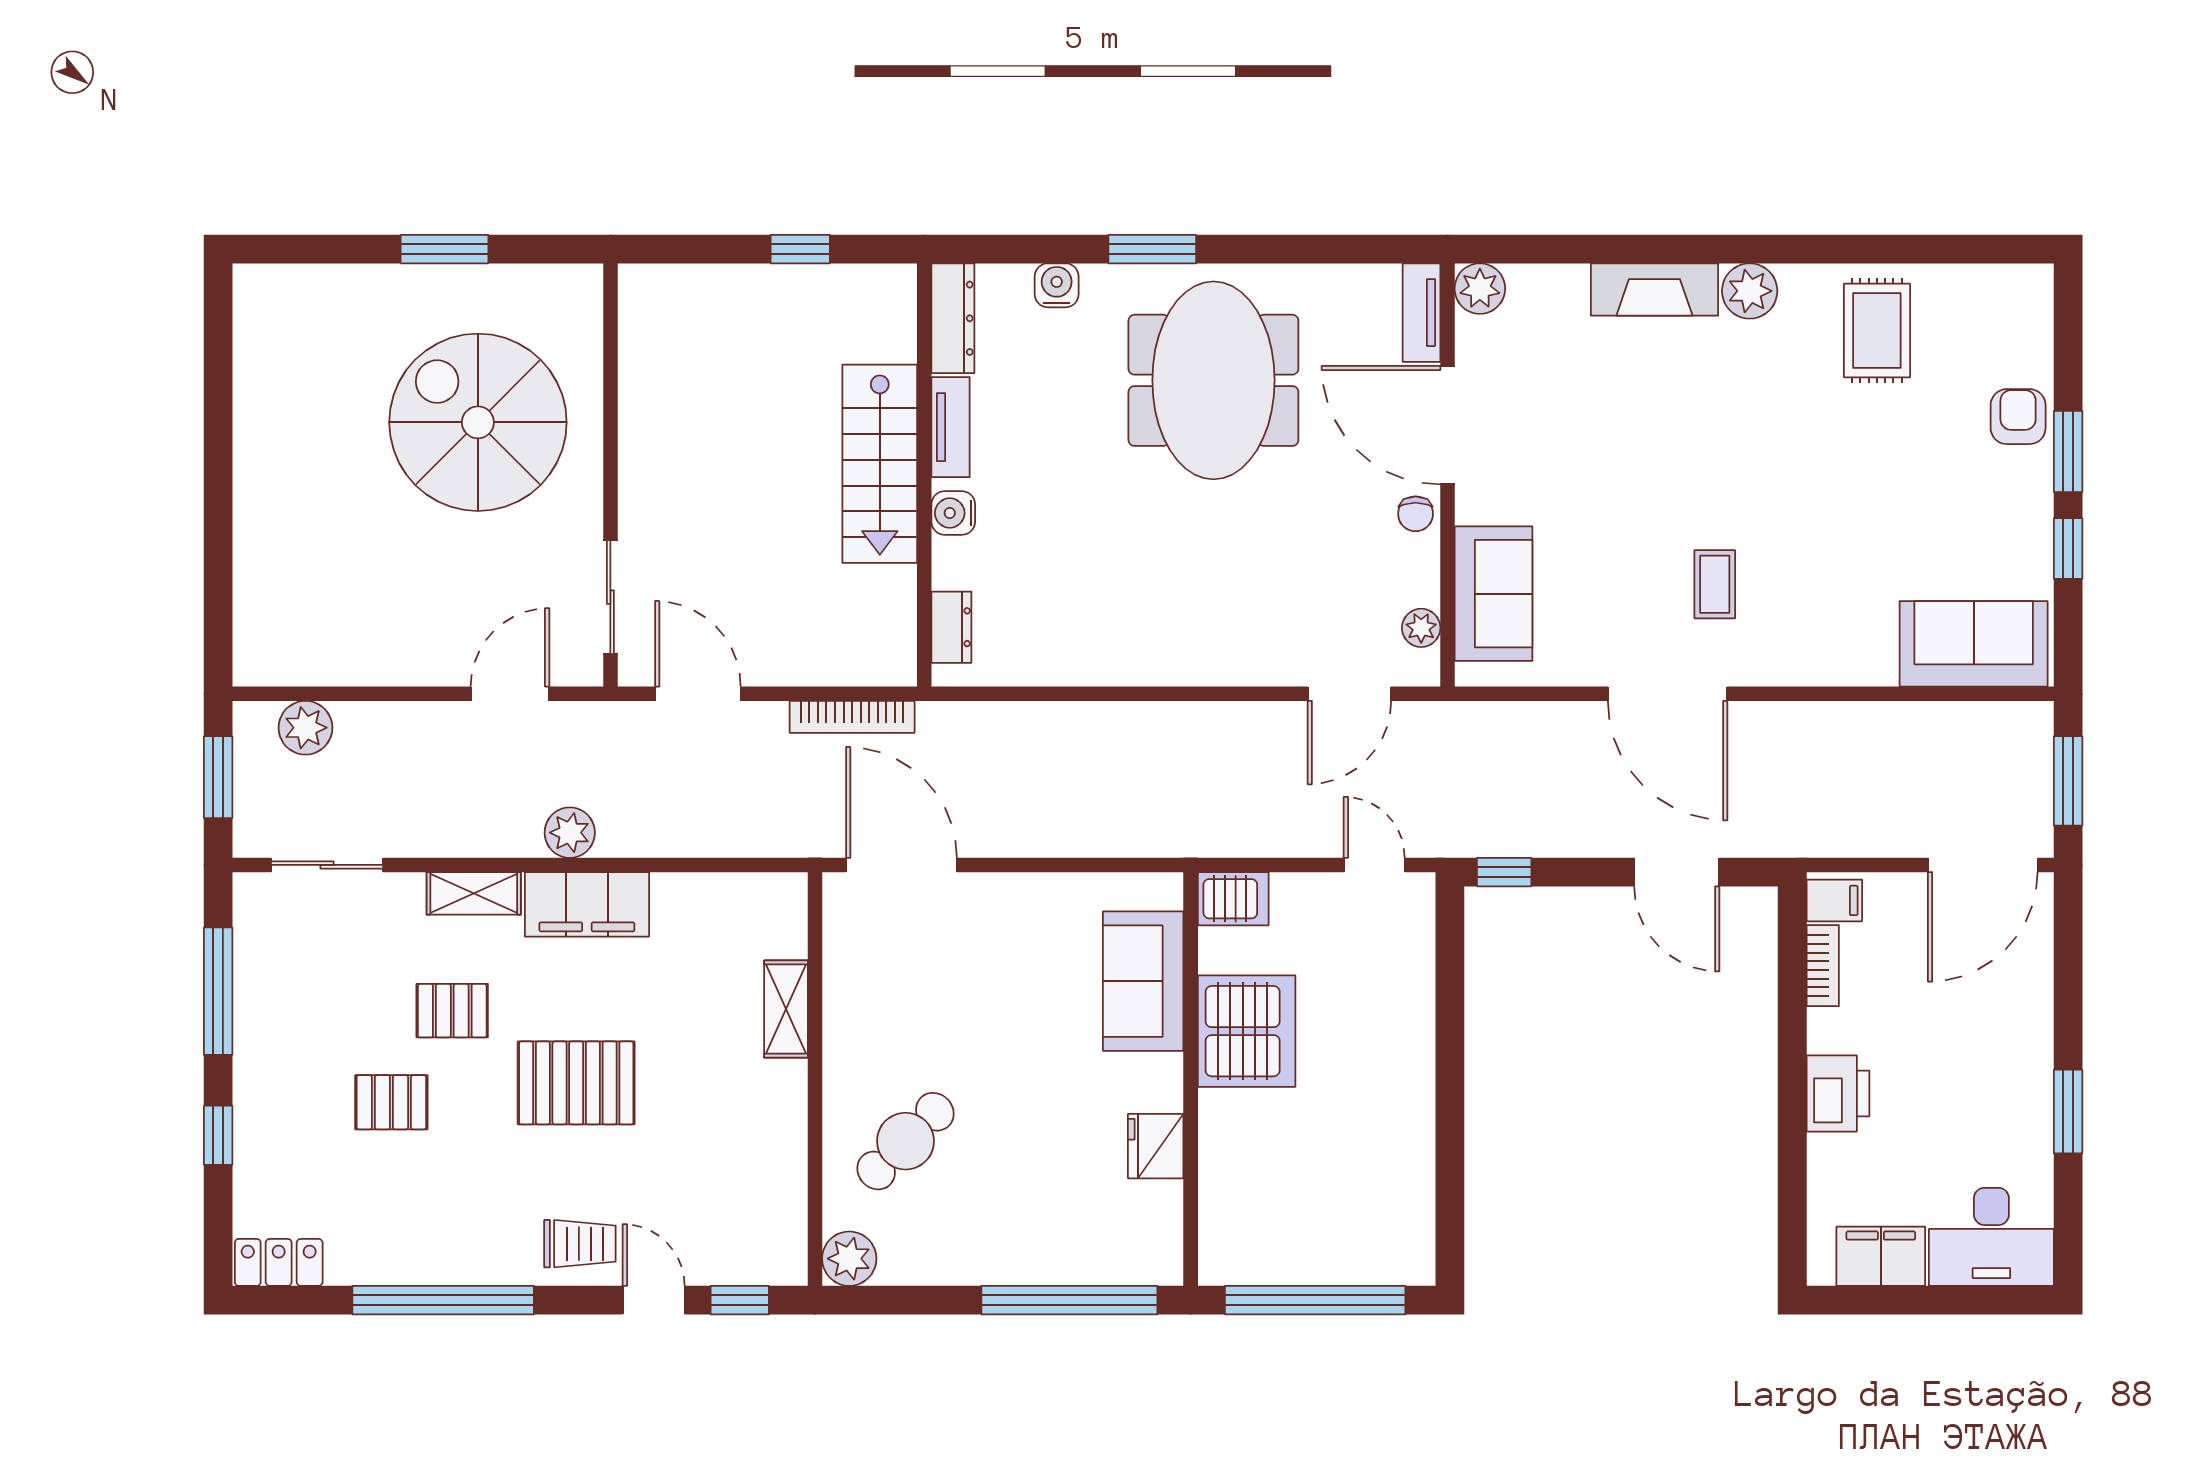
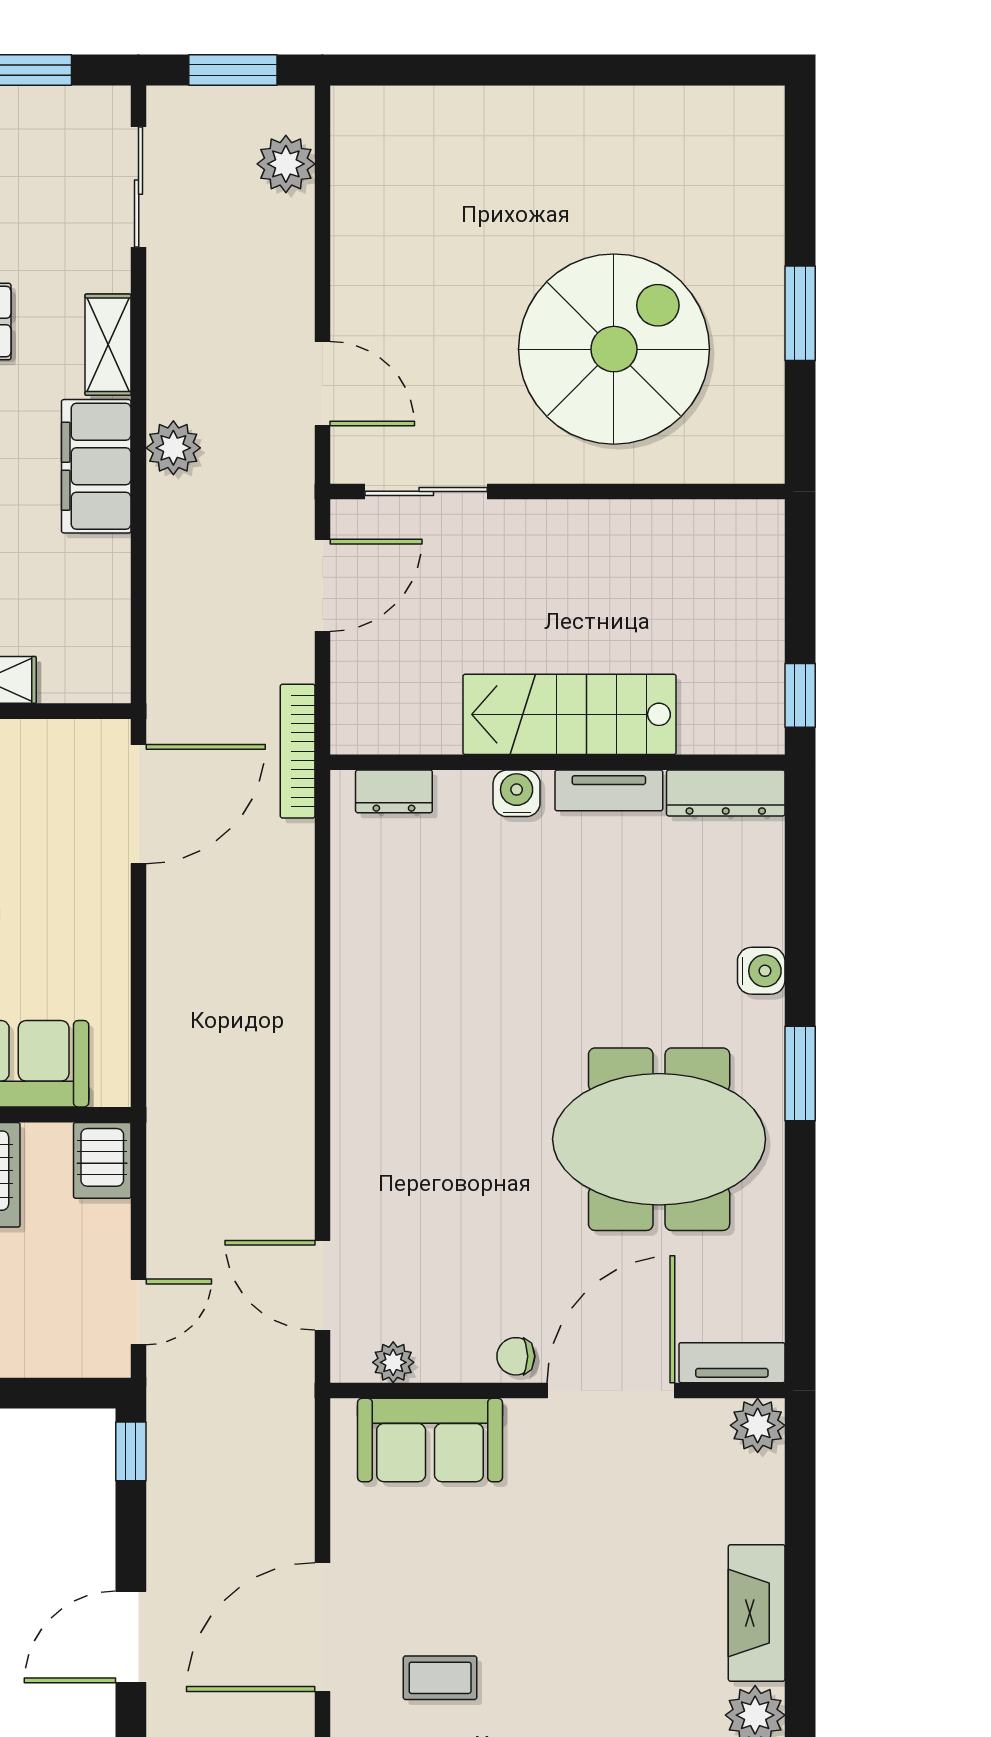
dresser: (953, 318) -> (726, 793), moved
tv unit: (951, 427) -> (609, 790), moved
stairs: (880, 464) -> (570, 714), moved
wall: (924, 475) -> (557, 762), moved
water cooler: (953, 513) -> (517, 793), moved
dresser: (951, 627) -> (394, 791), moved

